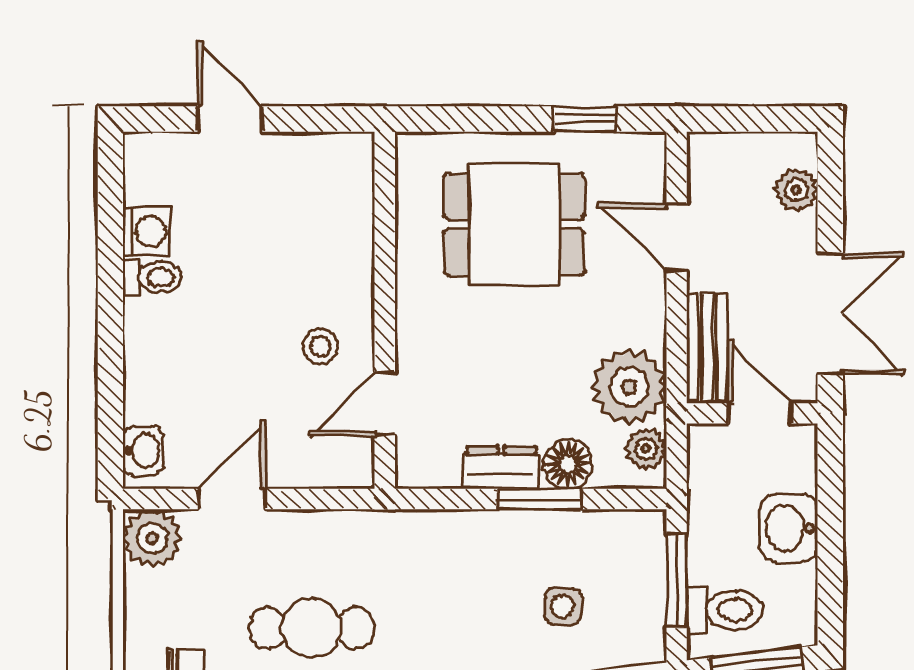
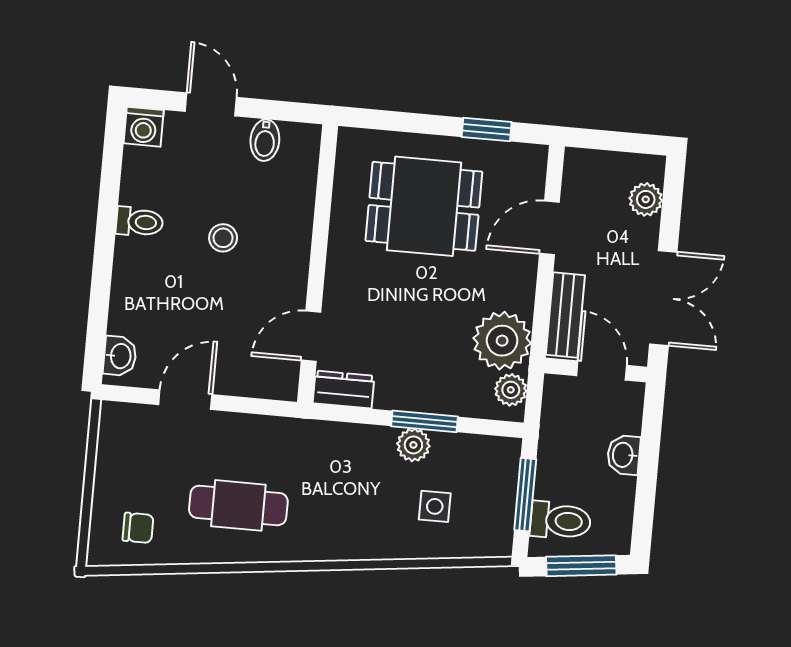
bidet: (303, 158) -> (265, 140), added
washing machine: (147, 231) -> (144, 127), moved, turned 90
door: (677, 237) -> (549, 228), hinge flipped
stool: (321, 346) -> (223, 238), moved
floor lamp: (568, 464) -> (449, 396), removed
dresser: (501, 468) -> (344, 390), moved
washbasin: (789, 528) -> (624, 455), width x0.72, depth x0.69
plant: (152, 538) -> (413, 445), moved, width x0.73, depth x0.73

